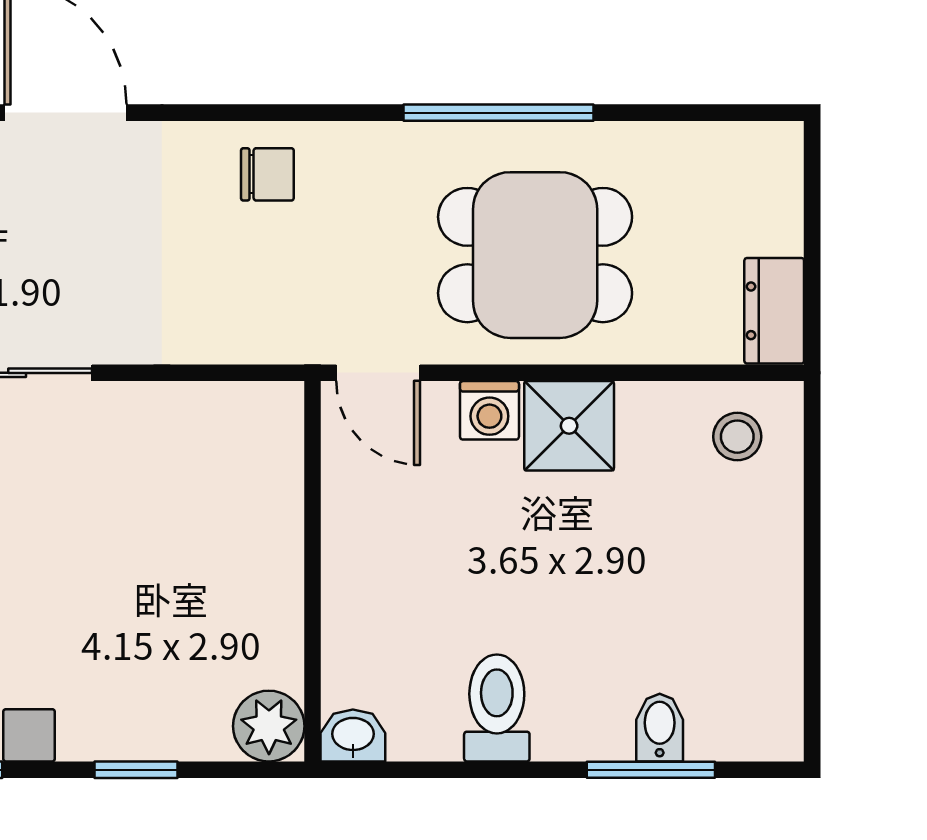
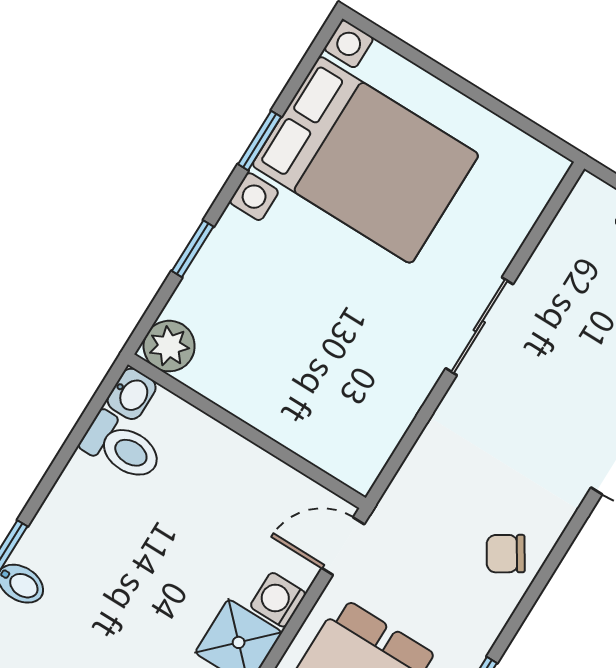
chair: (267, 174) -> (506, 554), turned 58
toilet: (497, 708) -> (122, 447), moved

